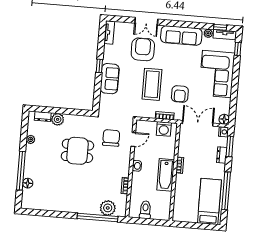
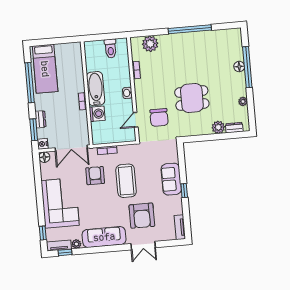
double door: (146, 21) -> (143, 246), swing flipped
washing machine: (164, 129) -> (97, 114), moved, turned 90
floor lamp: (28, 183) -> (239, 67), moved
window: (97, 217) -> (190, 29), moved

